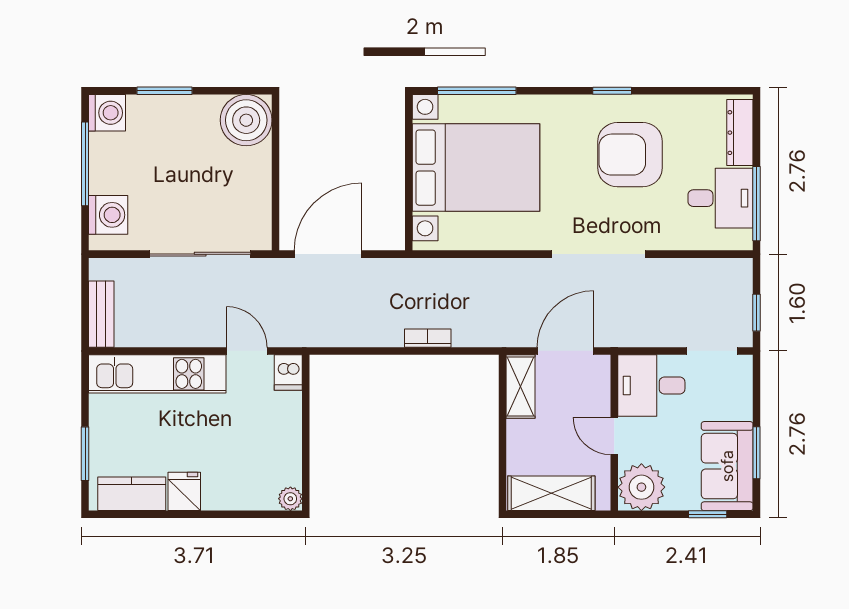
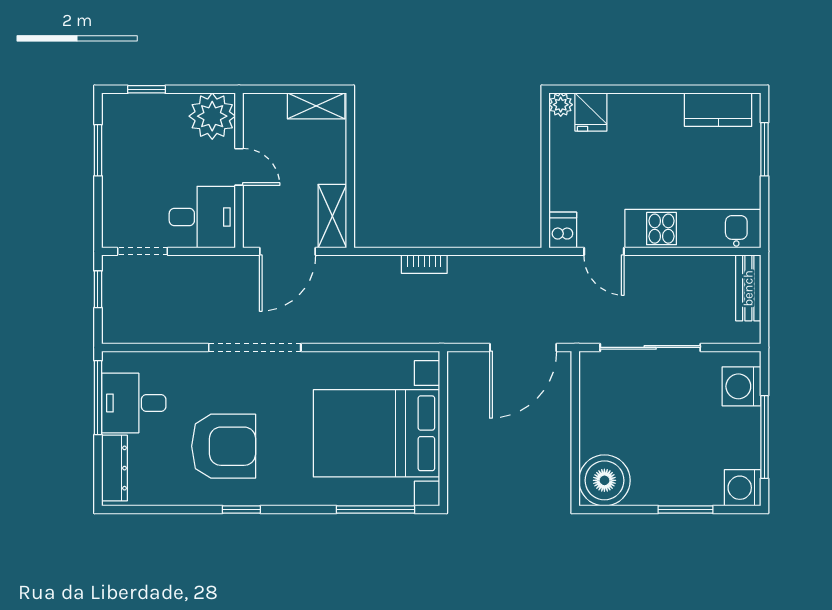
sofa: (727, 466) -> (127, 137), removed
fridge: (184, 491) -> (591, 112), moved
shelving: (551, 493) -> (316, 106), width x0.67, depth x0.75

